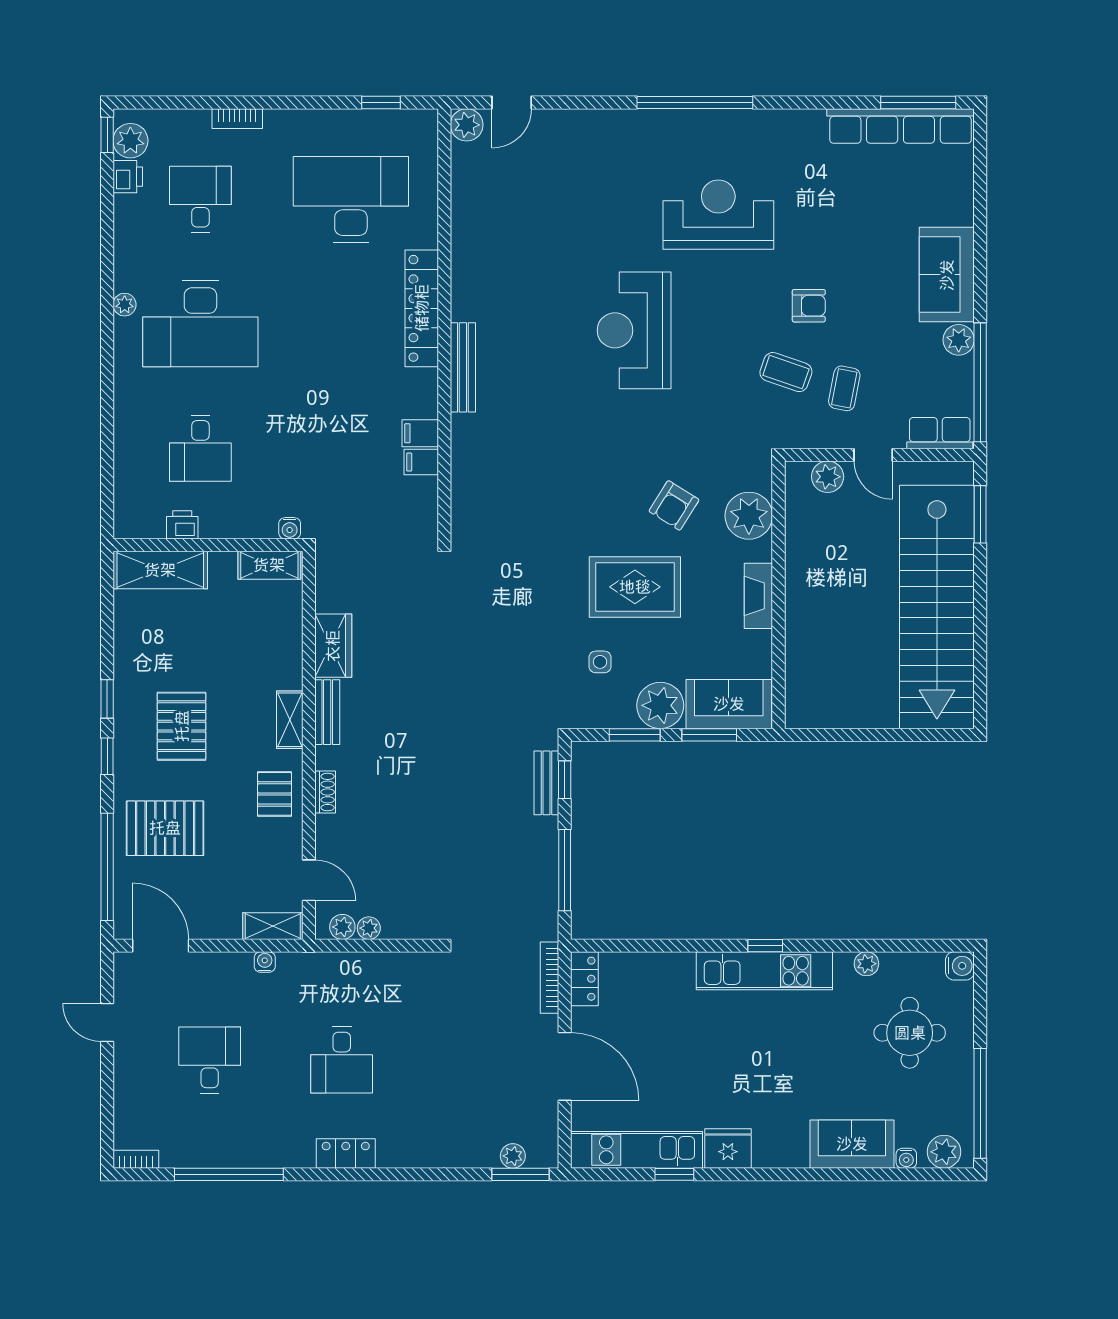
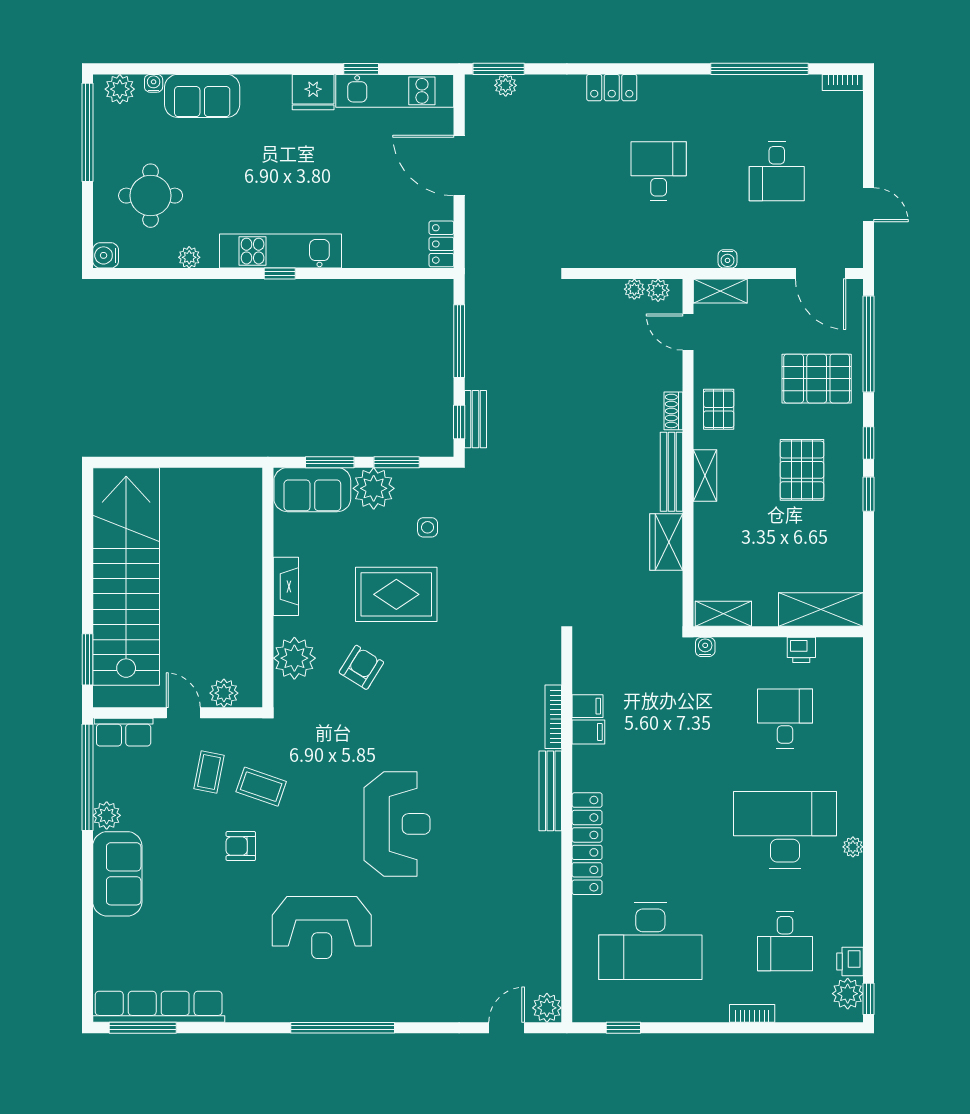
bench: (327, 712) -> (672, 472), width x1.36
bookcase: (550, 978) -> (553, 717), moved, turned 180
locker: (346, 1153) -> (612, 88), moved

